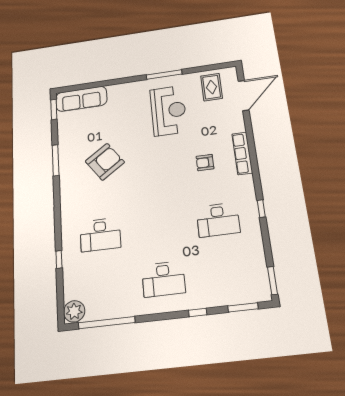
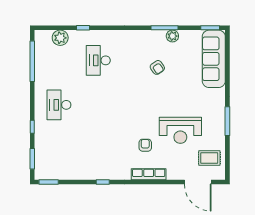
sofa: (81, 99) -> (214, 59), width x1.36, depth x1.27
reception desk: (168, 111) -> (180, 130), moved
plant: (65, 150) -> (172, 36), added
armchair: (105, 162) -> (157, 67), width x0.53, depth x0.53
desk: (218, 220) -> (98, 149), removed
plant: (74, 311) -> (60, 38), moved

